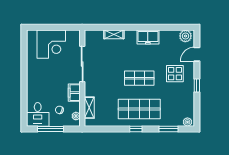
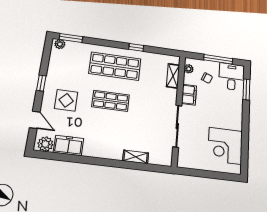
freezer: (148, 37) -> (68, 145), moved
corner desk: (51, 44) -> (225, 146), moved, turned -90
door: (197, 54) -> (35, 120), hinge flipped
window: (24, 105) -> (246, 89), added
window: (136, 129) -> (136, 47), moved
window: (168, 129) -> (71, 38), moved

